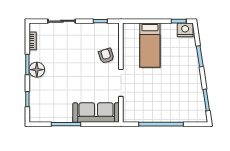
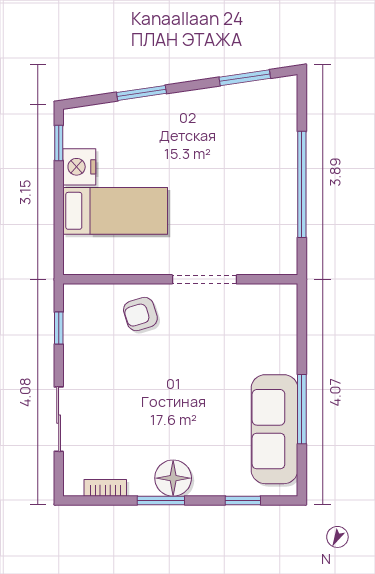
nightstand: (185, 30) -> (79, 167), moved
sofa: (96, 113) -> (275, 429), moved

